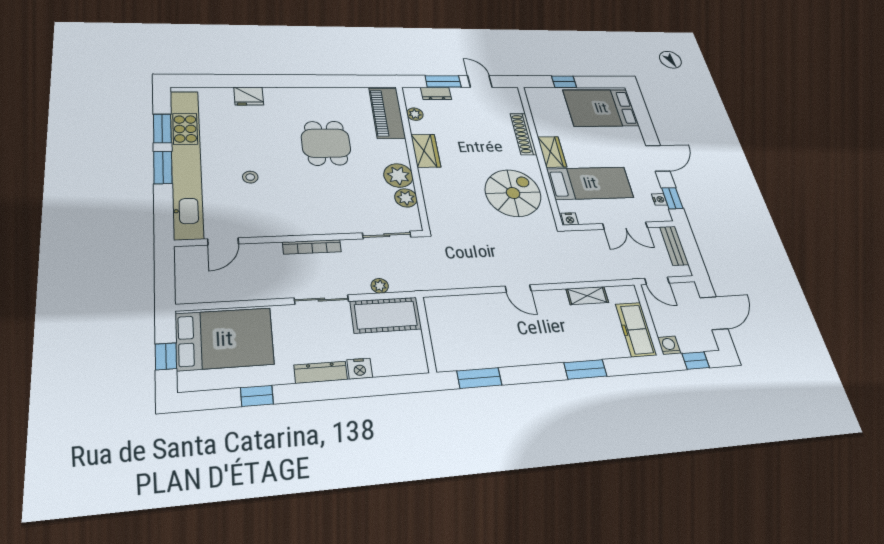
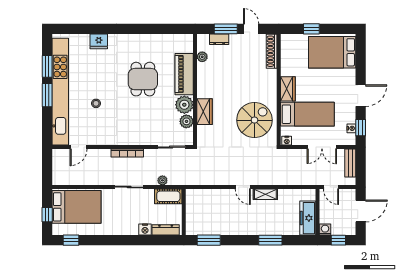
piano: (387, 113) -> (184, 74), moved
shoe rack: (523, 134) -> (272, 51), moved
wardrobe: (426, 151) -> (204, 112), moved
shelving: (587, 296) -> (265, 194), moved
cot: (386, 315) -> (168, 196), width x0.73, depth x0.75
dresser: (321, 372) -> (166, 230), moved
window: (257, 396) -> (71, 240), moved

